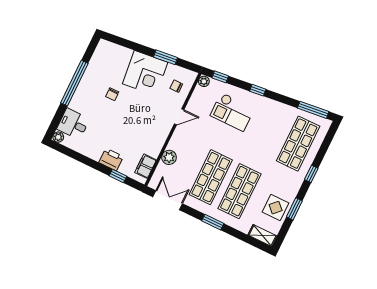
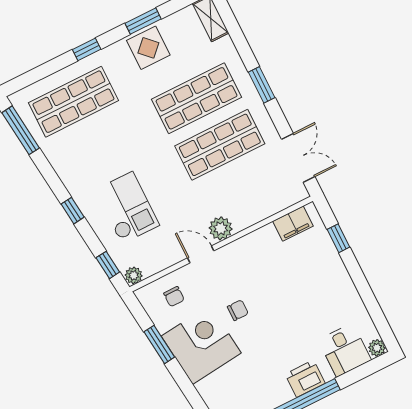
chair: (112, 94) -> (238, 310), moved
plant: (169, 157) -> (221, 228), moved
printer: (111, 160) -> (305, 379), moved, turned 90
double door: (168, 200) -> (298, 158), swing flipped
display table: (276, 208) -> (148, 48), moved

